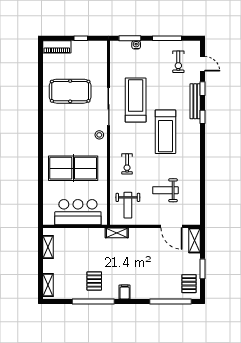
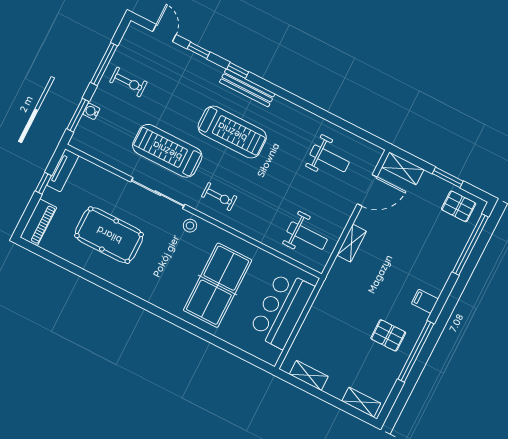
tv unit: (94, 46) -> (63, 170), added
exercise bike: (178, 62) -> (128, 82), moved
door: (202, 64) -> (164, 33), hinge flipped
pool table: (70, 91) -> (109, 235), turned 90
bench: (195, 101) -> (247, 88), moved
exercise bike: (127, 164) -> (219, 197), moved
weight bench: (165, 190) -> (330, 158), moved, turned -90
shelving: (117, 233) -> (352, 243), moved

